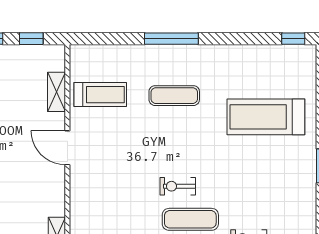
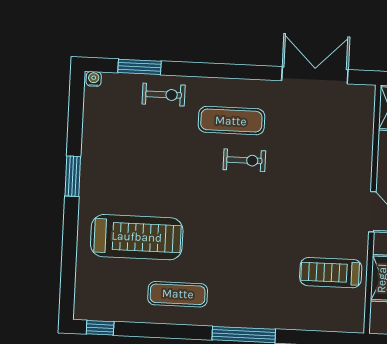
exercise mat: (174, 96) -> (178, 294), moved

